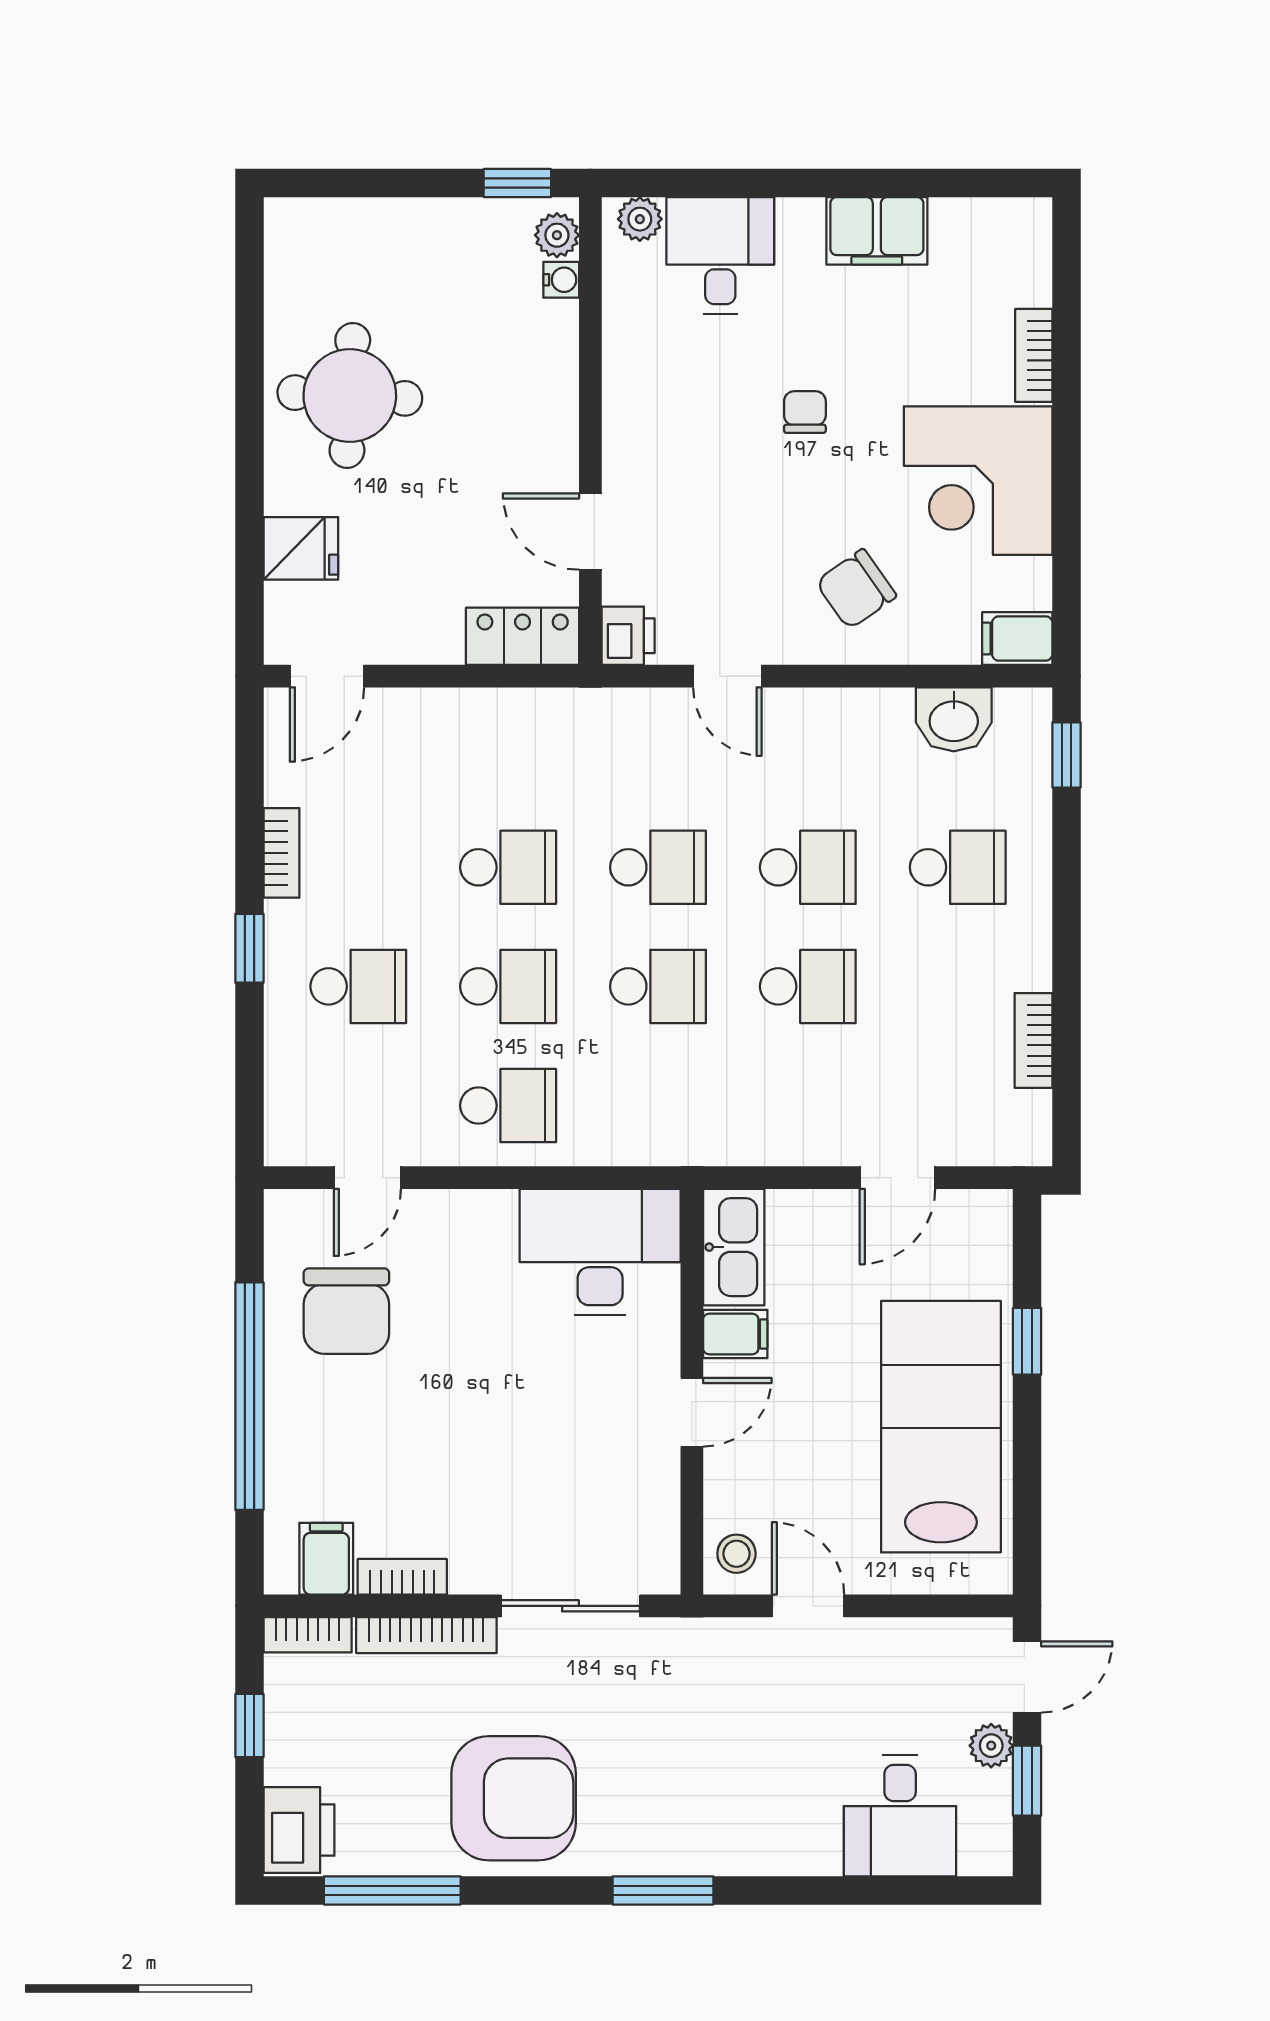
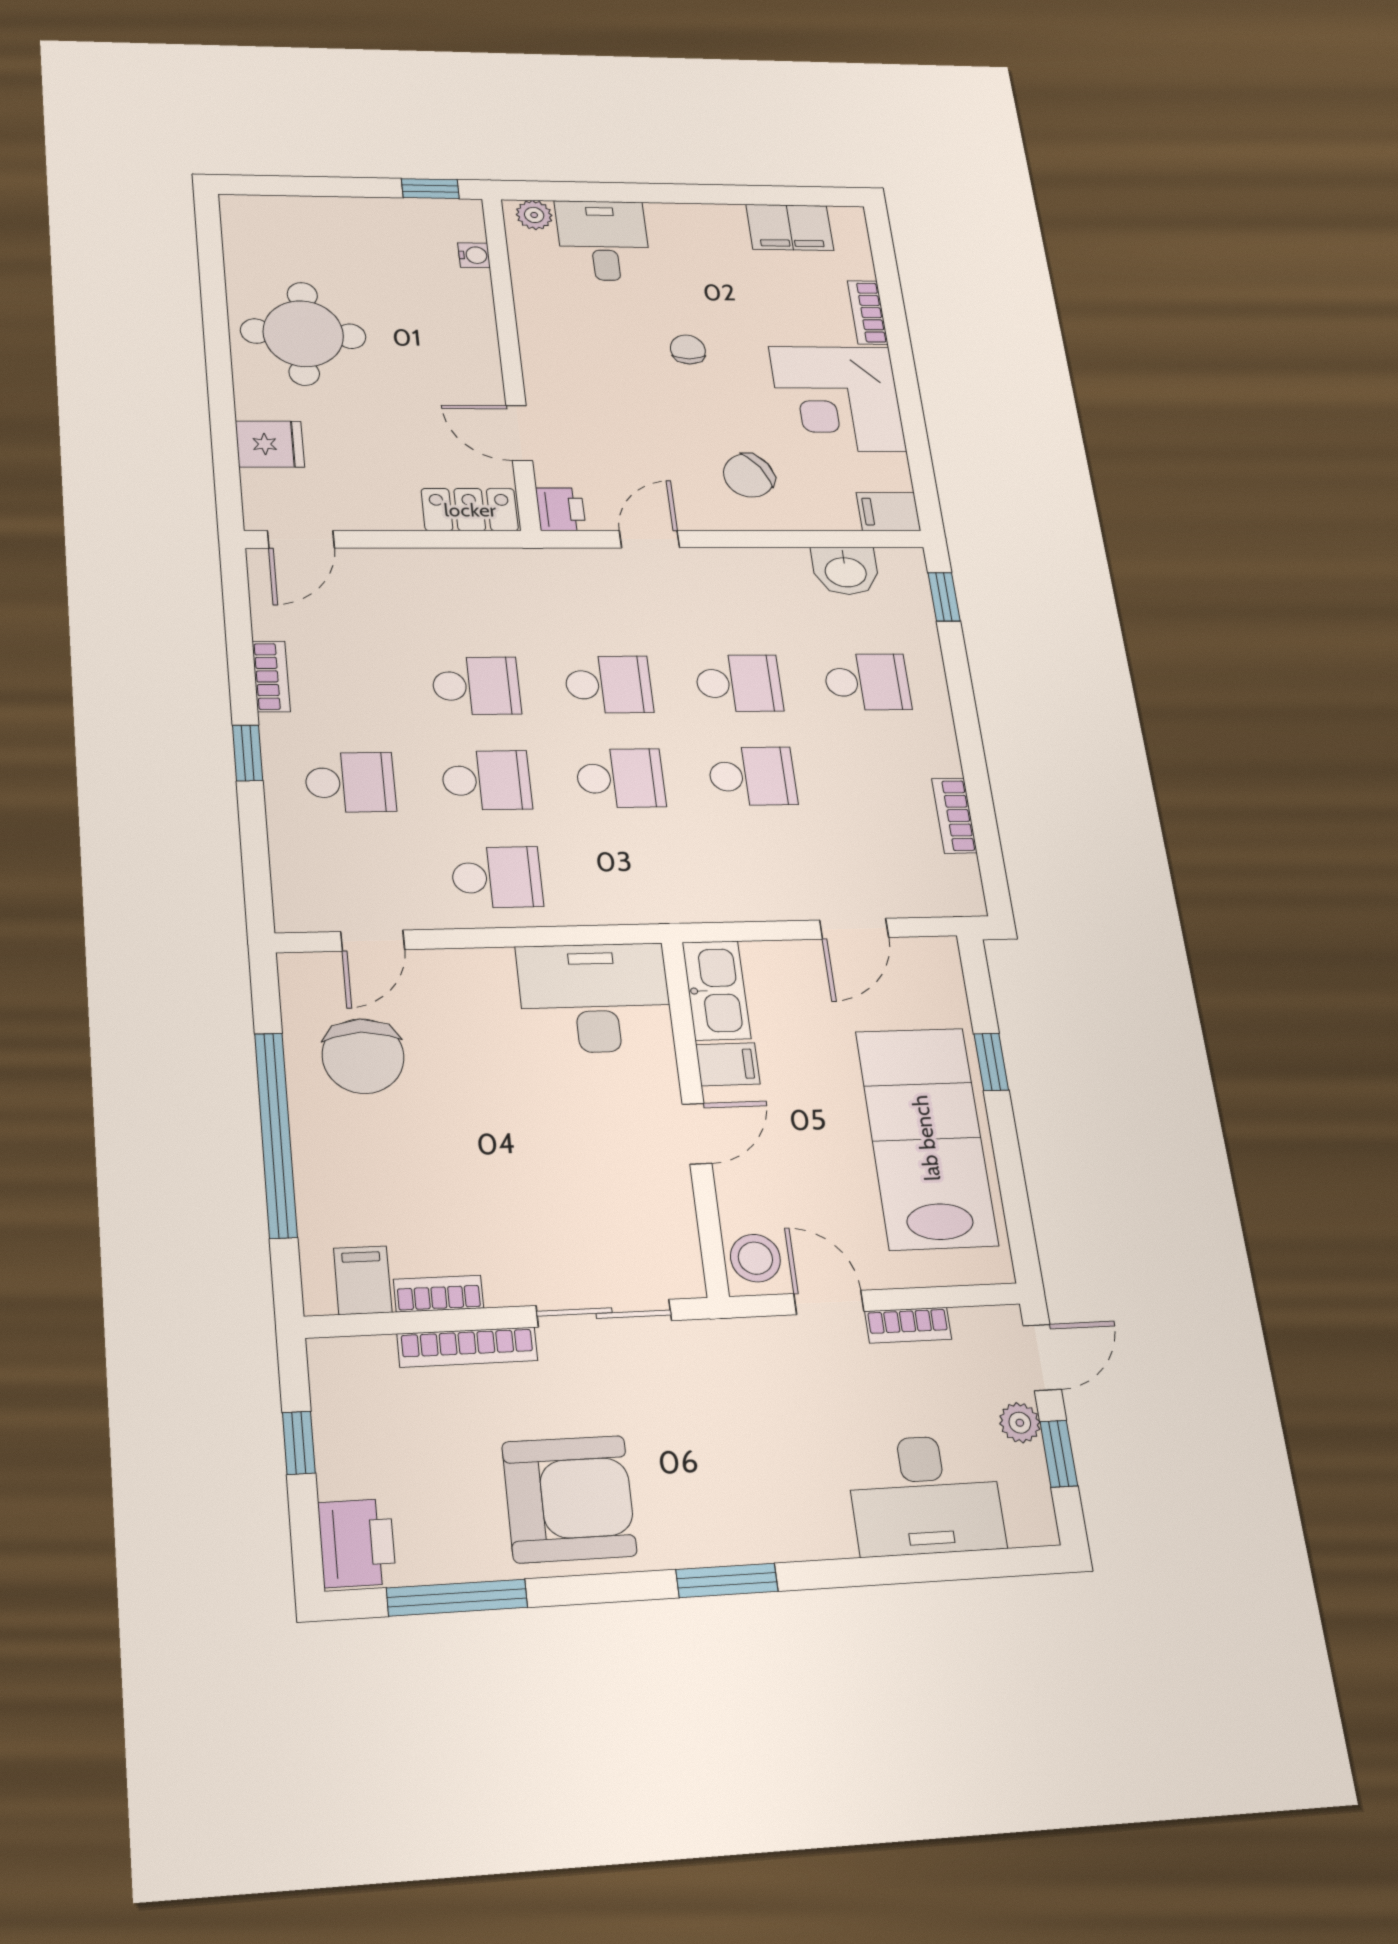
filing cabinet: (877, 231) -> (790, 227), moved
plant: (557, 235) -> (467, 225), removed
door: (727, 676) -> (650, 539), swing flipped
stool: (736, 1554) -> (755, 1258), width x1.37, depth x1.37
bookcase: (308, 1635) -> (908, 1325), moved
desk: (900, 1816) -> (925, 1495), width x1.37

